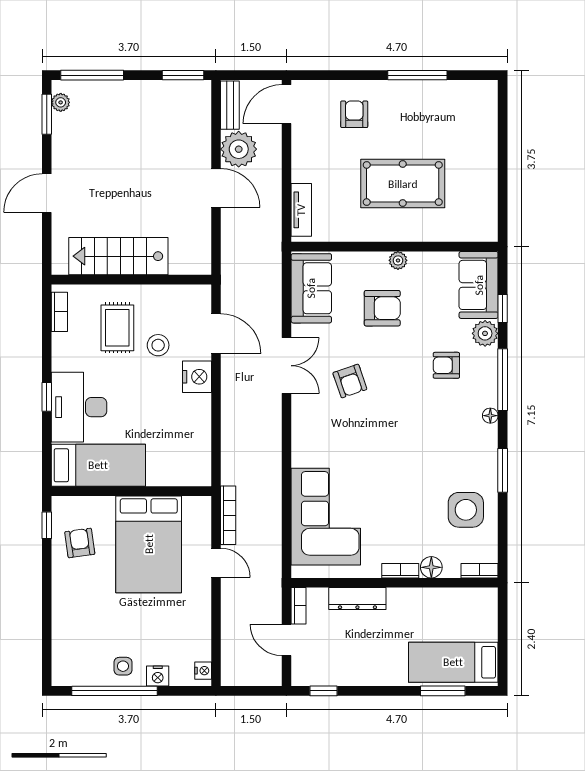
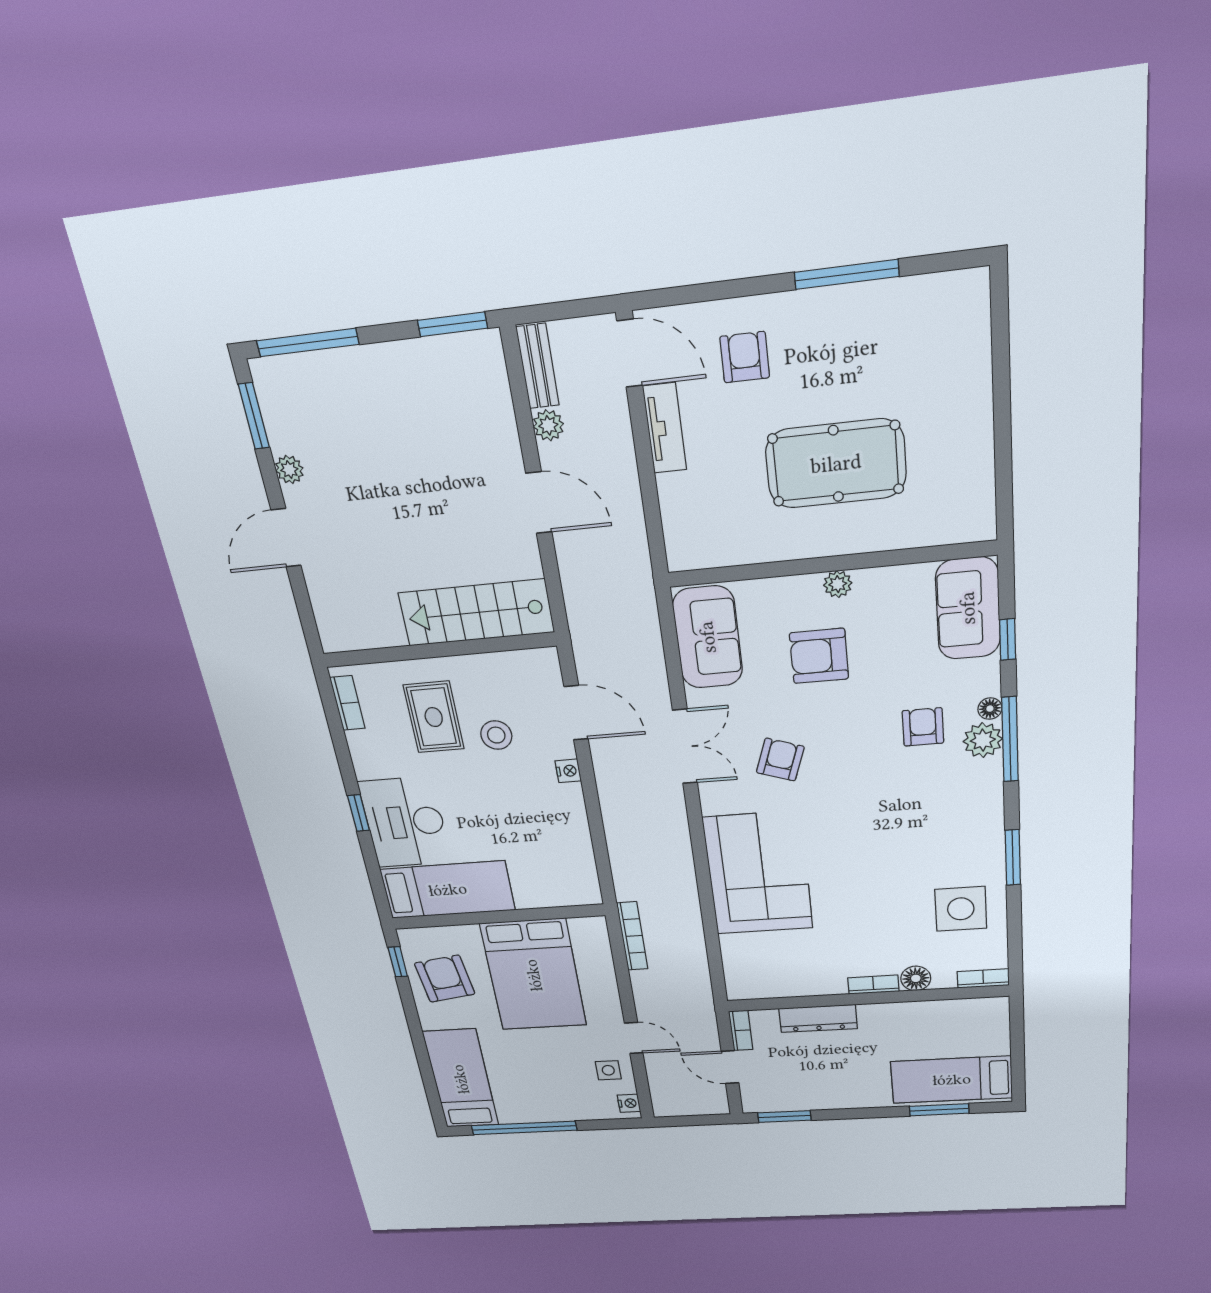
plant: (61, 102) -> (289, 470), moved
door: (286, 104) -> (630, 353), swing flipped
plant: (239, 149) -> (548, 425), width x0.53, depth x0.53
tv unit: (301, 210) -> (665, 428), moved
stairs: (118, 256) -> (476, 613), moved
armchair: (382, 308) -> (819, 656), turned 180
plant: (485, 333) -> (983, 740), moved
armchair: (446, 365) -> (923, 727), turned 90
nightstand: (197, 377) -> (568, 771), width x0.53, depth x0.56
armchair: (350, 381) -> (780, 760), turned -142
floor lamp: (490, 416) -> (990, 709), moved
corner sofa: (326, 517) -> (758, 873), moved
armchair: (80, 543) -> (445, 979), width x1.38, depth x1.38
door: (216, 563) -> (634, 1038), moved
bed: (73, 638) -> (461, 1079), added
side table: (123, 666) -> (608, 1070), moved
nightstand: (158, 676) -> (574, 1111), removed
window: (324, 691) -> (784, 1117), width x1.50

